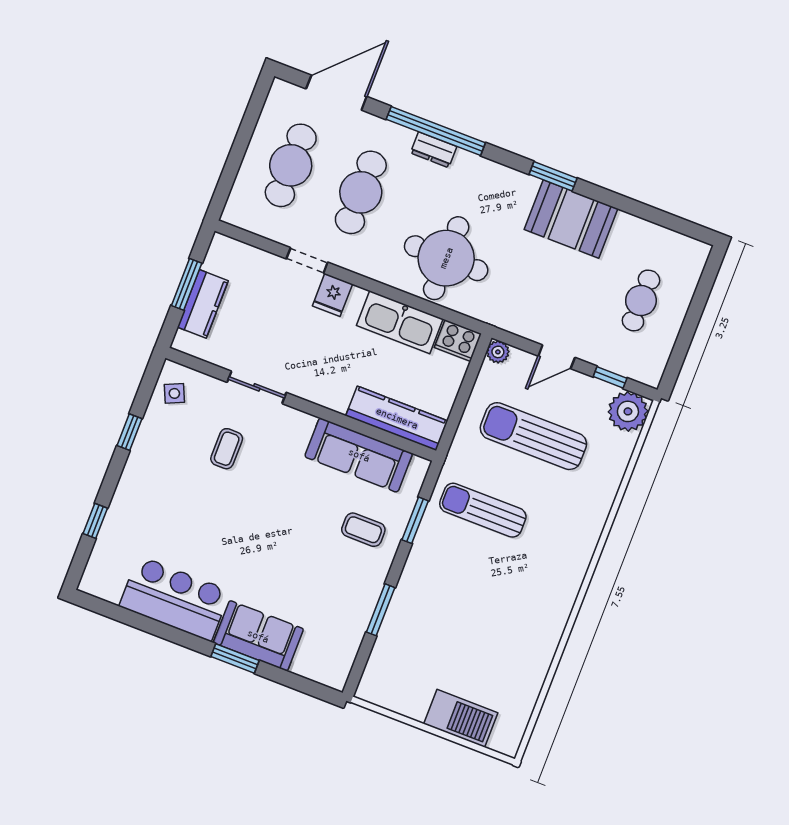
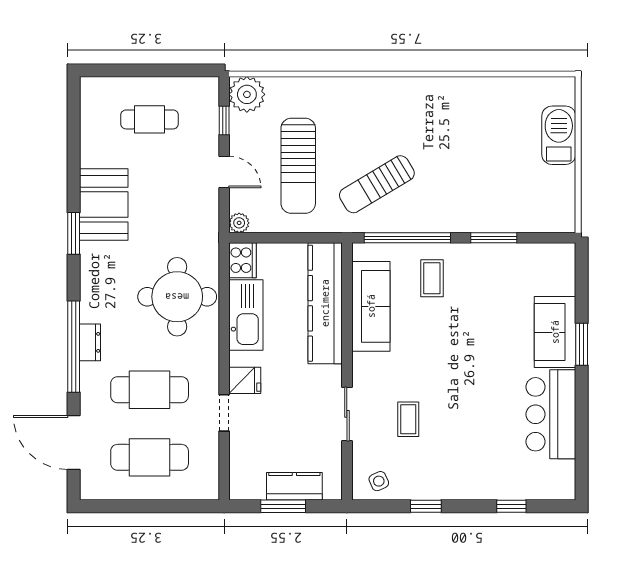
kitchen counter: (397, 418) -> (325, 303), width x1.39, depth x1.17
coffee table: (227, 449) -> (408, 419), turned 90
sun lounger: (483, 510) -> (377, 184), turned 59
window: (415, 520) -> (407, 238), width x2.11

